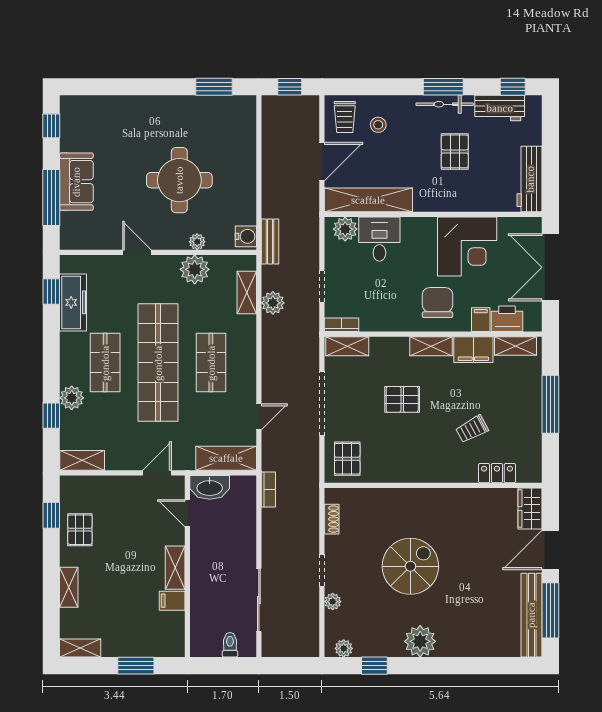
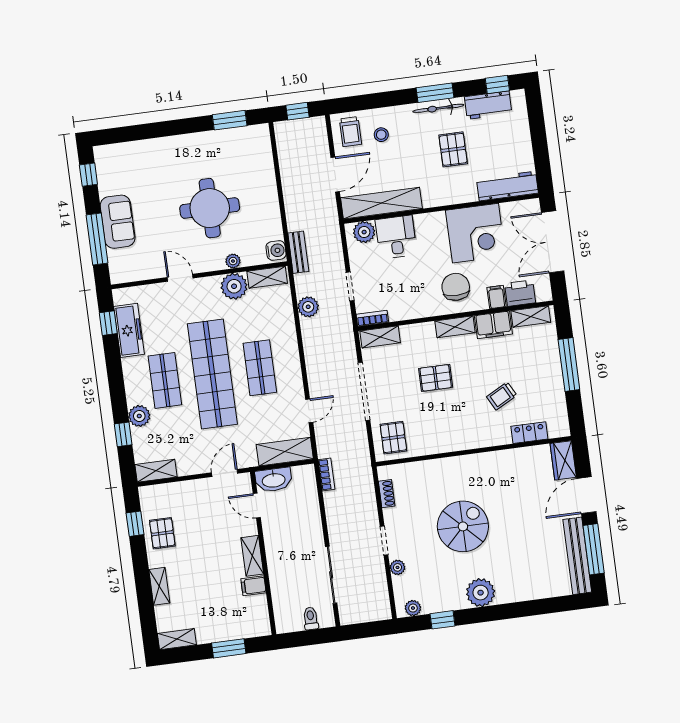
workbench: (530, 179) -> (507, 186), moved, turned 90
shelving: (247, 292) -> (267, 277), moved, turned 90

